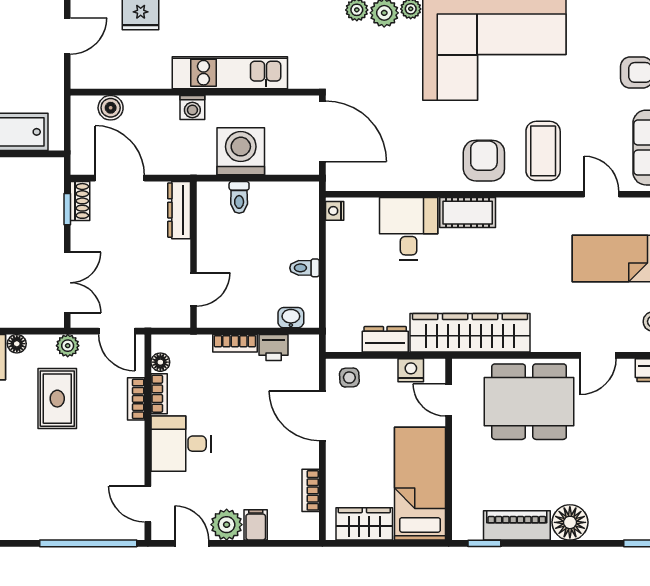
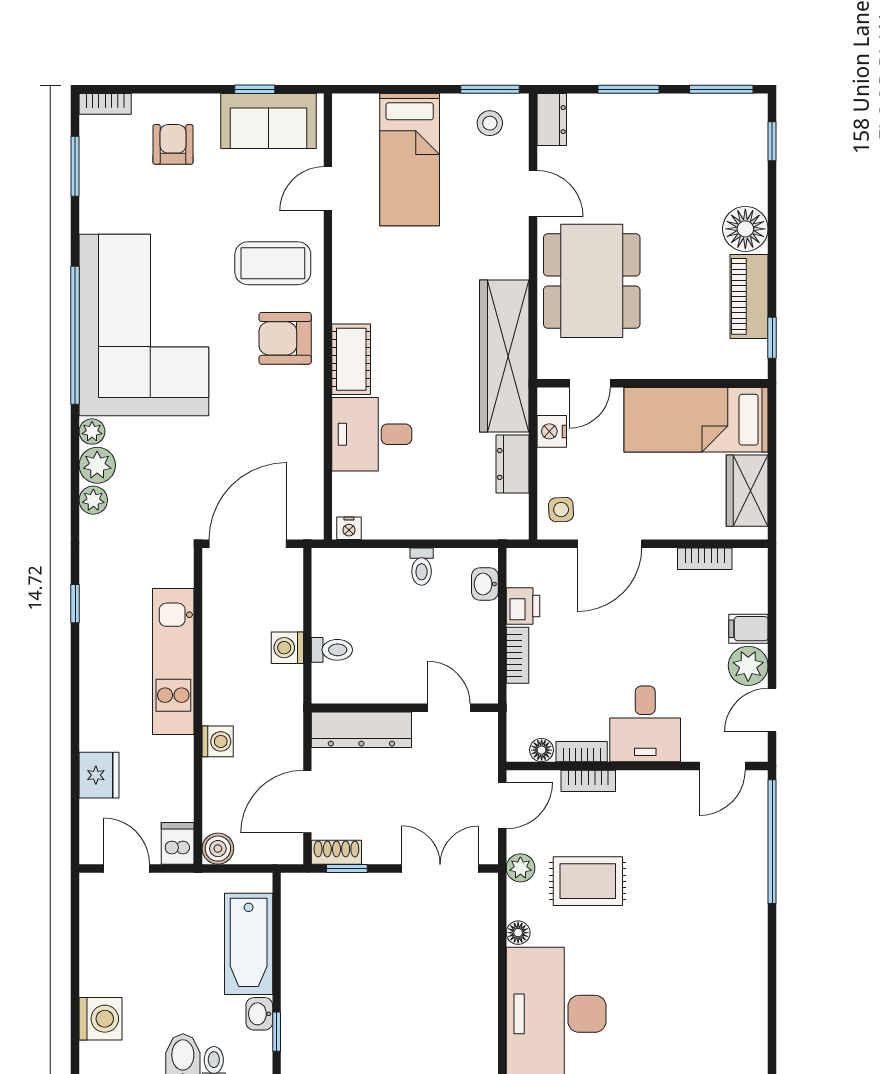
dishwasher: (87, 76) -> (178, 843), added
boiler: (111, 108) -> (218, 849), moved
washing machine: (192, 108) -> (218, 741), moved
washing machine: (241, 151) -> (287, 648), width x0.53, depth x0.53
dresser: (179, 210) -> (361, 730), width x1.37, depth x1.24

